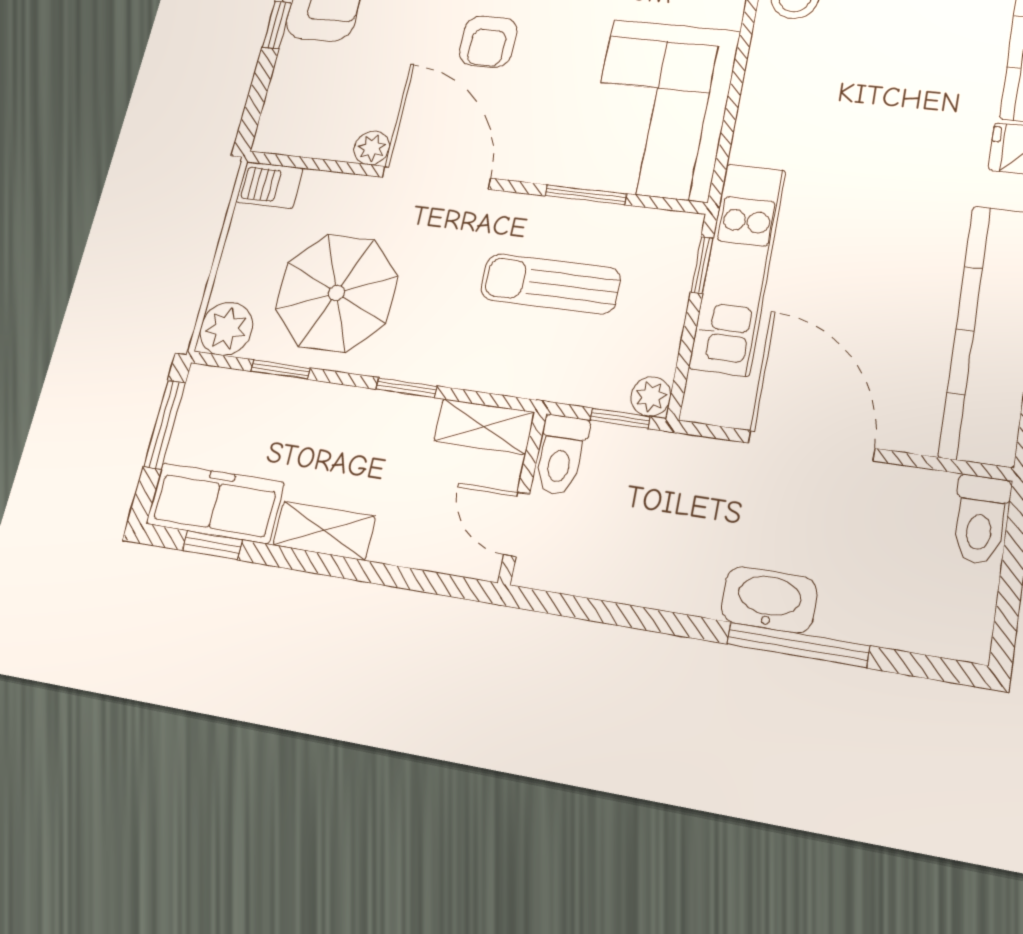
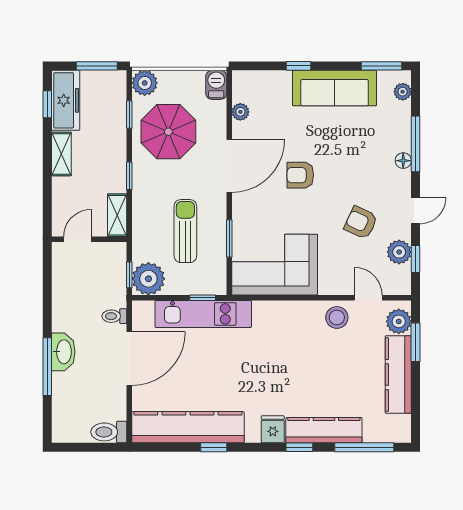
plant: (372, 148) -> (240, 112), moved
plant: (651, 396) -> (148, 279), width x1.88, depth x1.88
toilet: (561, 455) -> (114, 316), moved, width x0.73, depth x0.72

